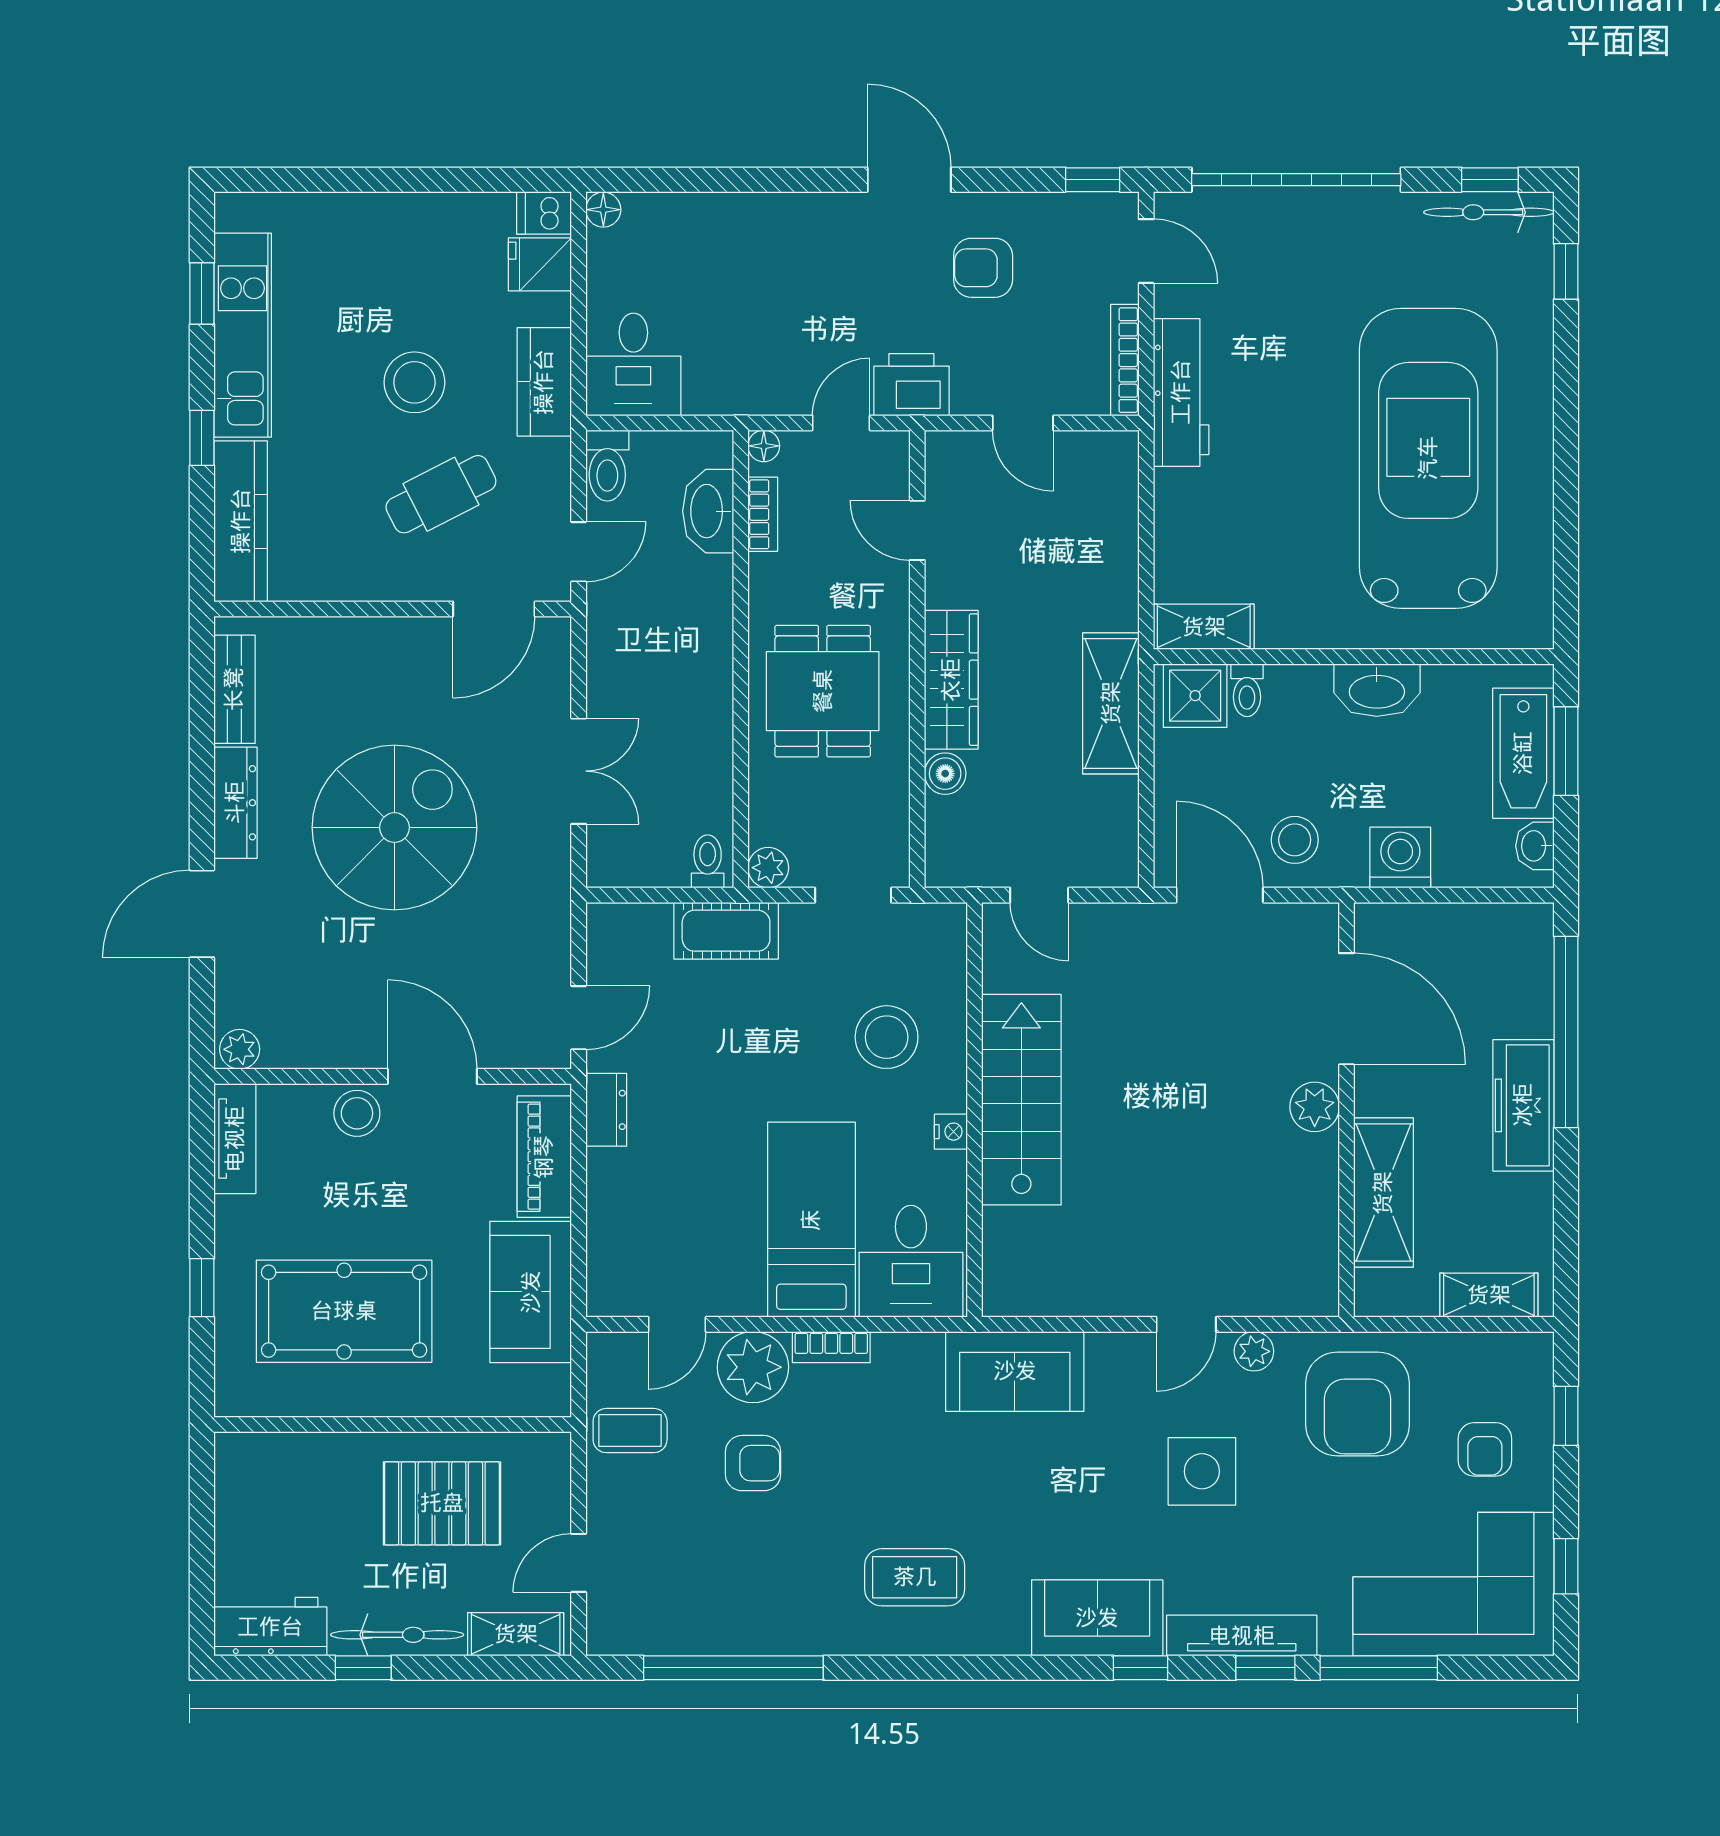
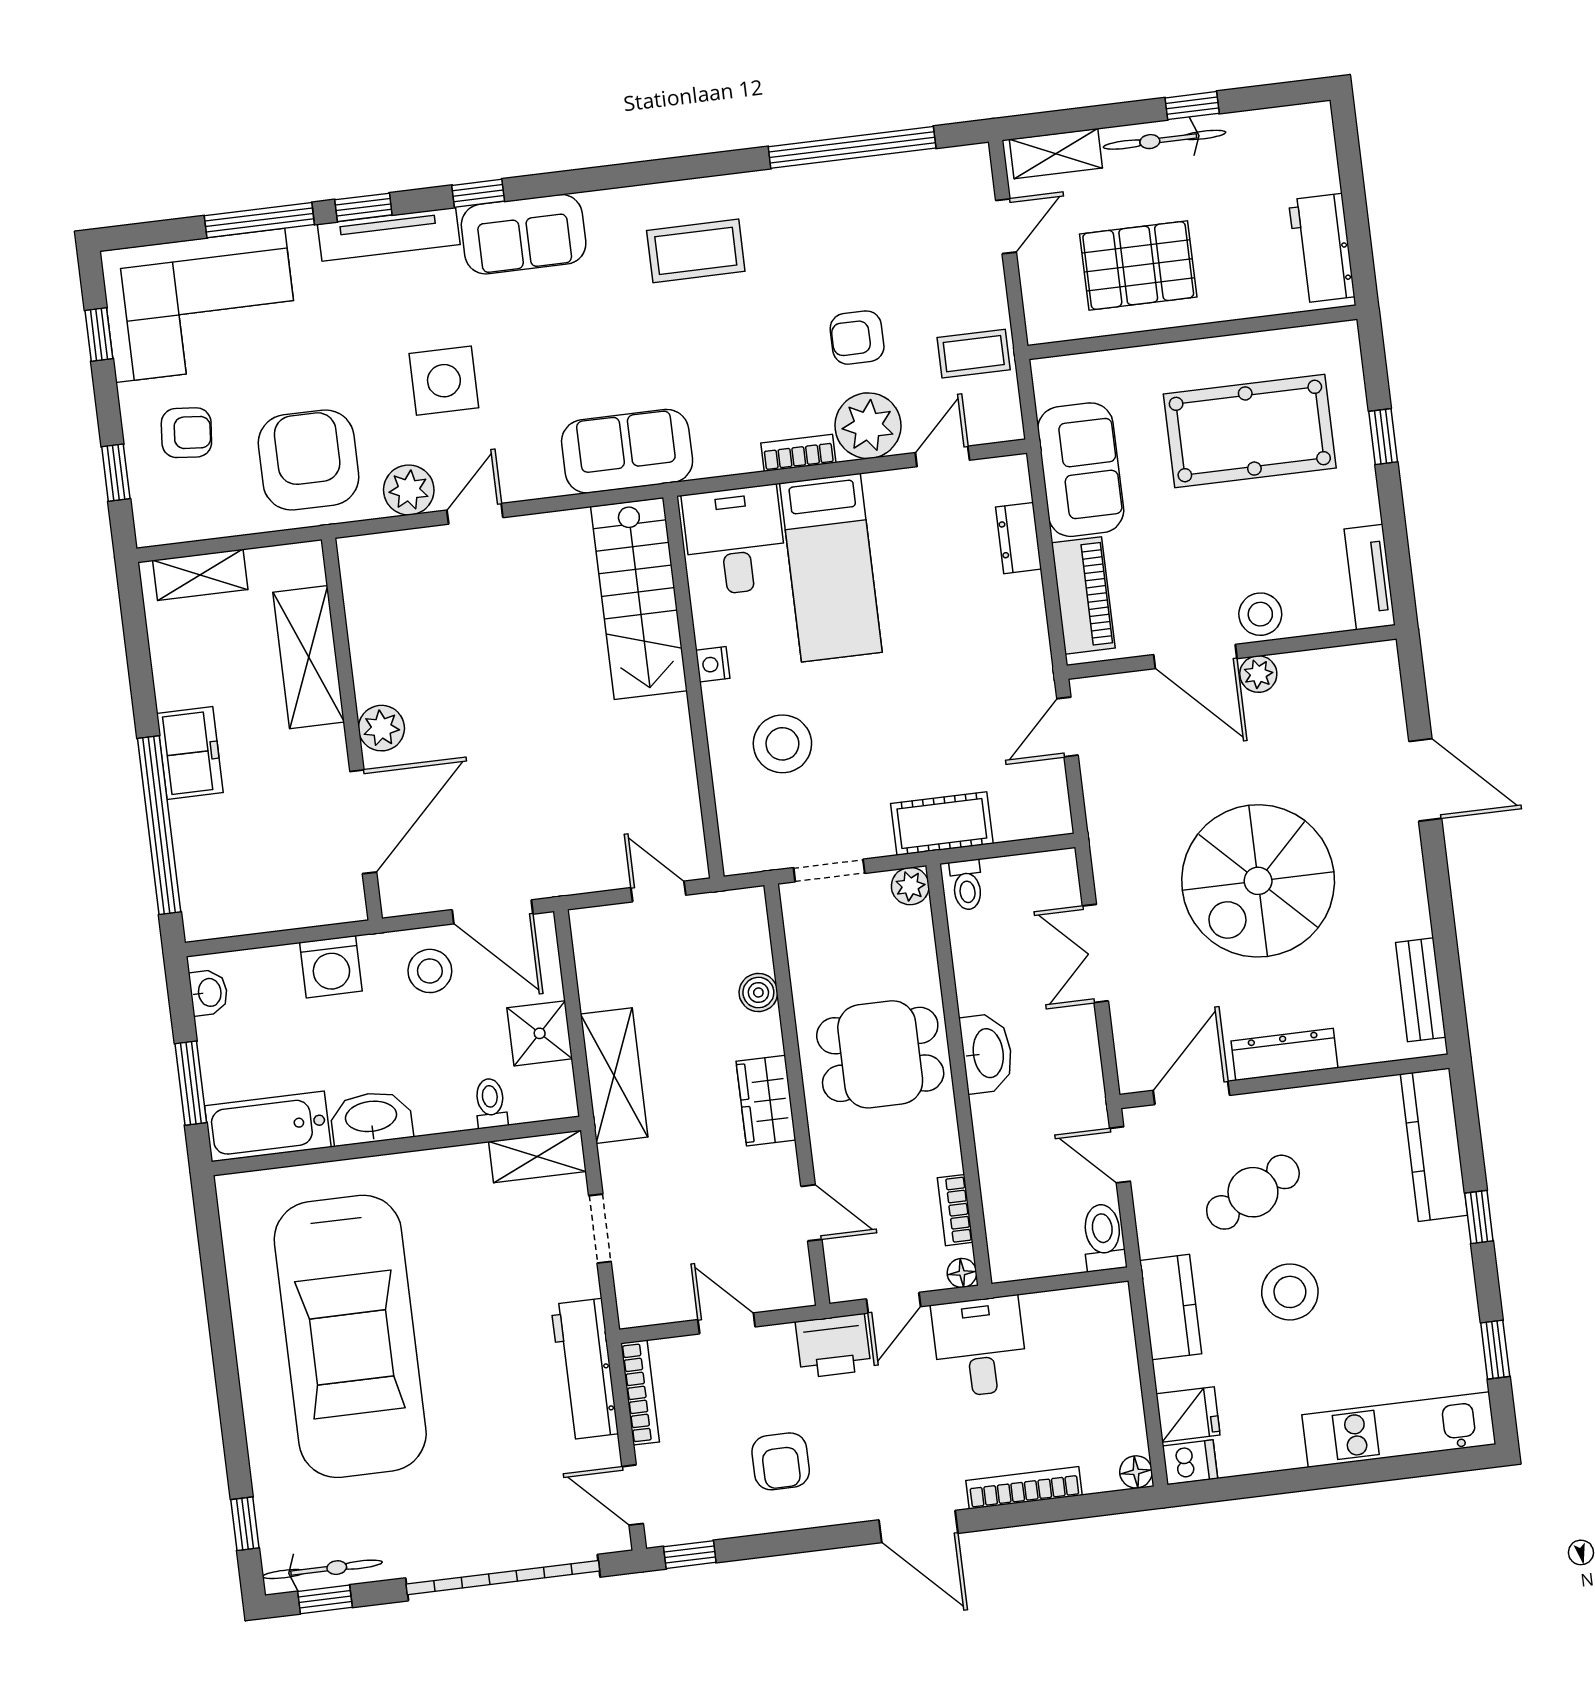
door: (909, 180) -> (918, 1527), moved
bookcase: (725, 207) -> (1024, 1488), added
armchair: (983, 268) -> (781, 1461), turned 90
kitchen unit: (243, 335) -> (1399, 1430), moved, turned 90
desk: (633, 364) -> (980, 1347), moved
washbasin: (708, 511) -> (987, 1053), moved
doorway: (1146, 541) -> (600, 1229), added
door: (579, 552) -> (1120, 1155), hinge flipped
wardrobe: (951, 680) -> (766, 1101), width x0.67
dining table: (823, 691) -> (880, 1054), turned 90
shower: (1195, 696) -> (540, 1033), moved
bathtub: (1523, 753) -> (268, 1126), moved, turned -90
dresser: (235, 803) -> (1285, 1054), moved, turned 90
door: (202, 914) -> (1425, 780), hinge flipped
door: (1347, 1009) -> (363, 822), swing flipped
plant: (240, 1049) -> (1258, 674), moved
stairs: (1021, 1100) -> (639, 599), moved
freezer: (1523, 1105) -> (190, 753), width x0.71
dresser: (606, 1110) -> (1019, 538), moved
plant: (1254, 1351) -> (409, 490), width x1.38, depth x1.38
armchair: (1485, 1449) -> (186, 433), turned 95
workbench: (270, 1627) -> (1322, 248), moved, turned 90

